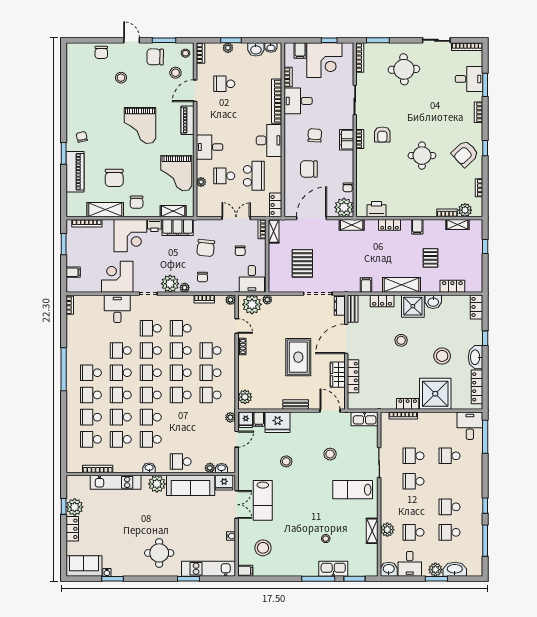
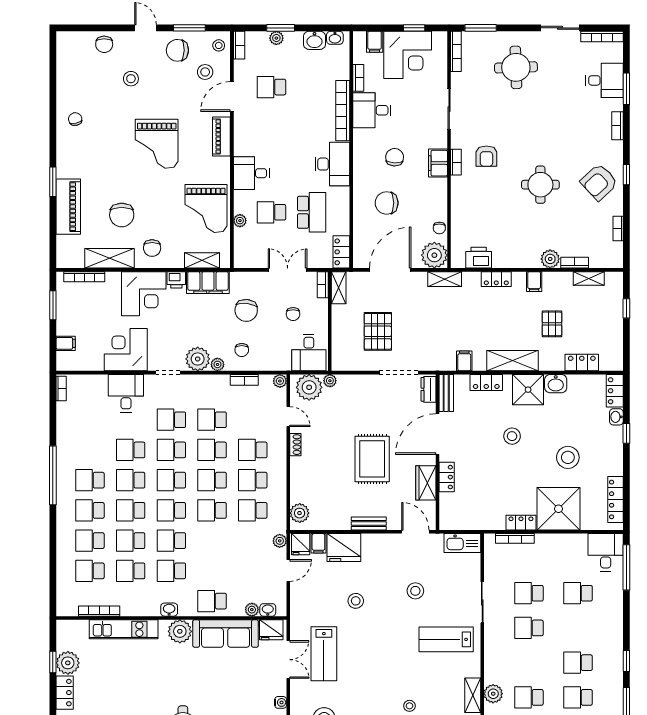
chair: (82, 137) -> (75, 119), moved
plant: (465, 210) -> (550, 259), moved
washbasin: (476, 357) -> (616, 417), moved, width x0.52, depth x0.69
locker: (353, 376) -> (447, 477), width x0.66

